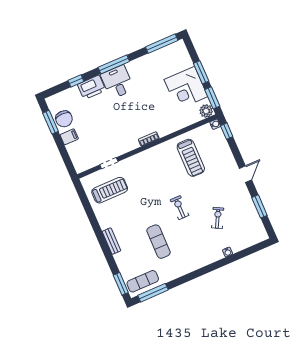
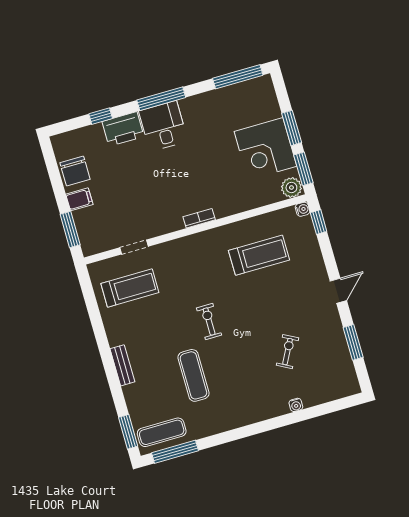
window: (51, 122) -> (70, 230), moved
treadmill: (191, 158) -> (259, 255), turned -90
exercise bike: (180, 208) -> (209, 321), moved

